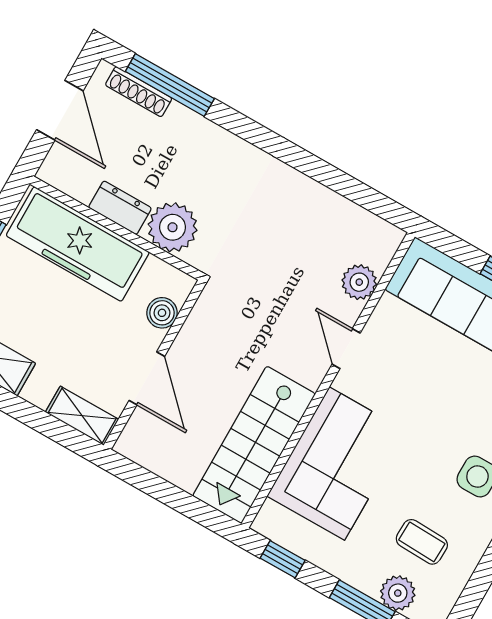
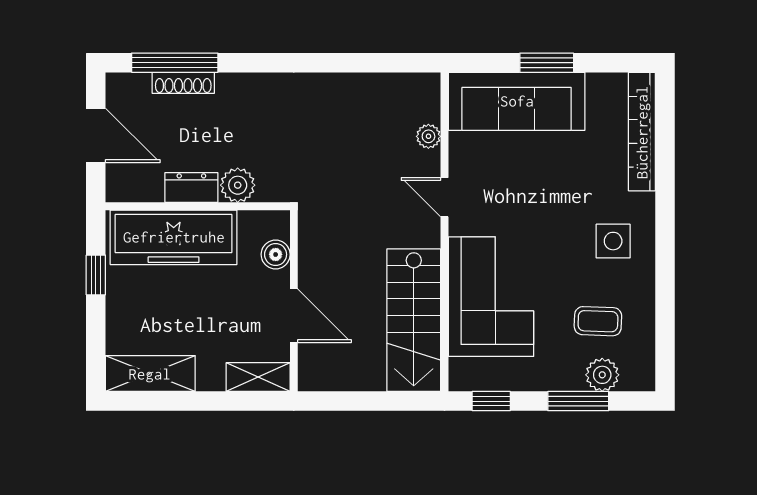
shoe rack: (139, 92) -> (183, 83), moved
plant: (173, 227) -> (238, 185), width x0.73, depth x0.73
plant: (359, 282) -> (428, 136), width x0.73, depth x0.73

